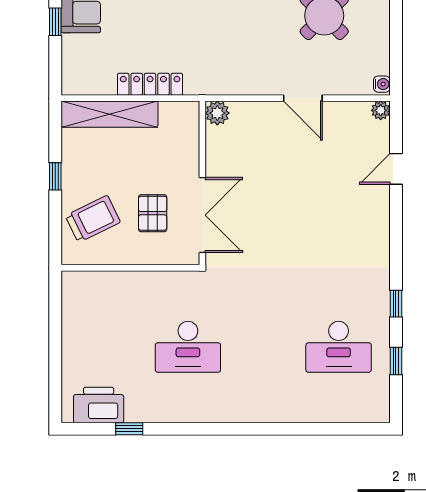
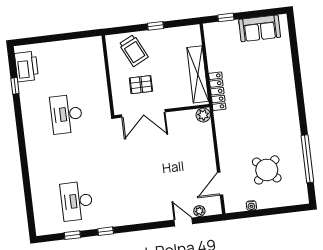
window: (55, 22) -> (226, 17), moved
locker: (150, 84) -> (217, 91), moved
water cooler: (382, 84) -> (251, 206), moved
door: (303, 98) -> (220, 184), moved
plant: (381, 110) -> (199, 211), moved
shelving: (109, 114) -> (198, 74), moved

